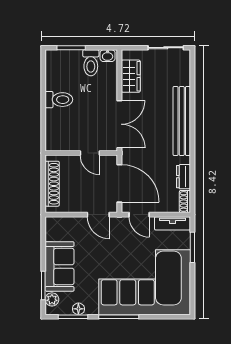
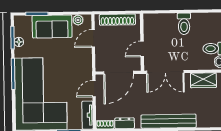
door: (98, 215) -> (93, 38), moved
plant: (52, 299) -> (78, 20), moved

